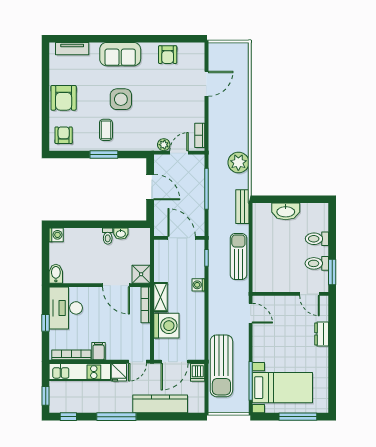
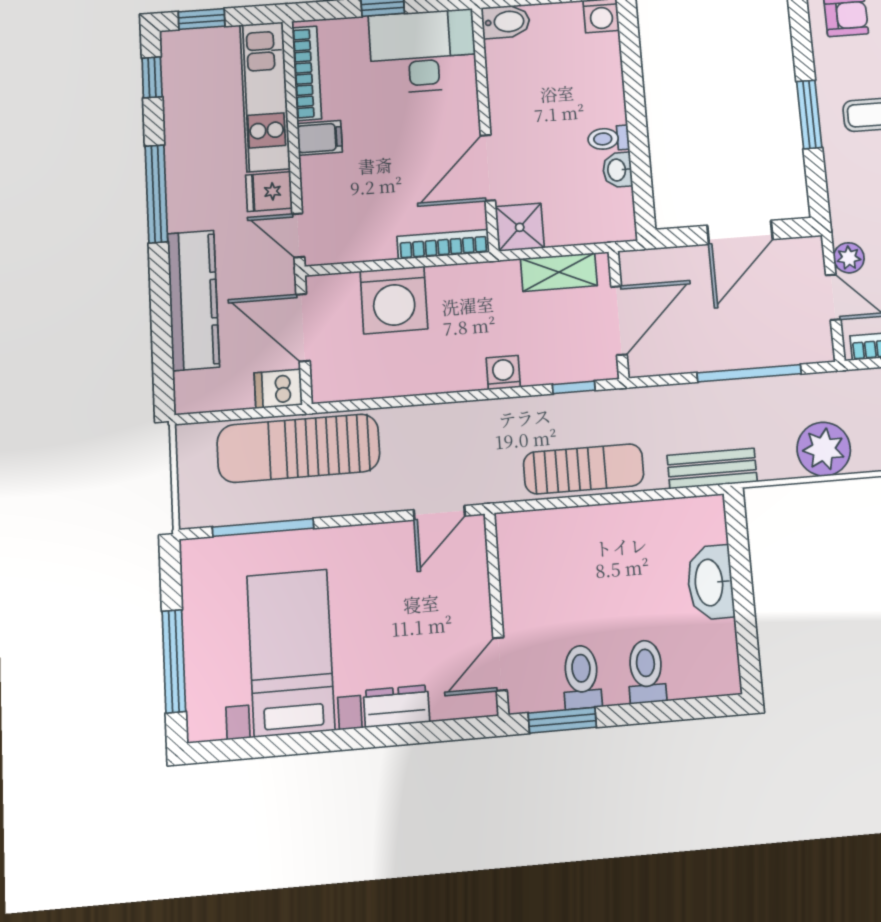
shelving: (160, 297) -> (559, 272), moved
bed with nightstands: (282, 388) -> (291, 653), moved, turned 180

